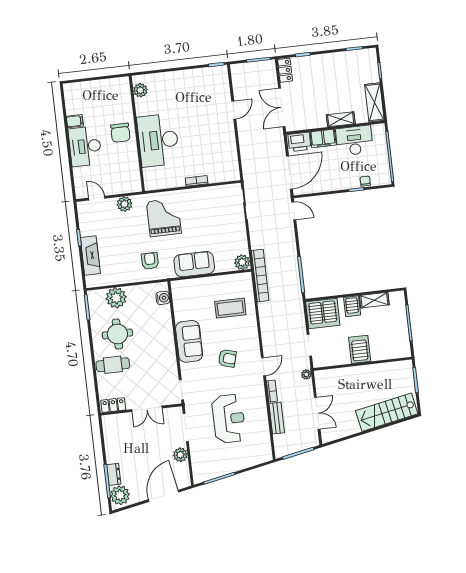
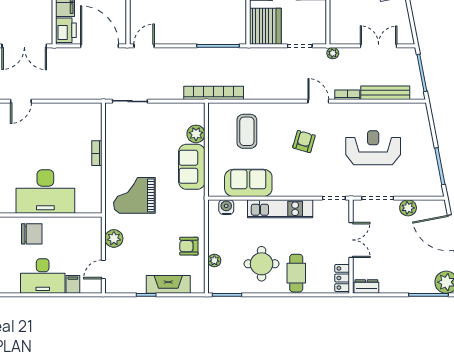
door: (234, 110) -> (21, 101), swing flipped
filing cabinet: (75, 121) -> (73, 284), moved
armchair: (150, 261) -> (189, 246), moved
plant: (242, 262) -> (196, 134), moved
plant: (116, 298) -> (214, 260), width x0.53, depth x0.53
sofa: (189, 341) -> (248, 183), moved
kitchen unit: (167, 345) -> (280, 209), added
bench: (277, 418) -> (385, 93), width x1.36
dresser: (114, 474) -> (366, 287), moved

